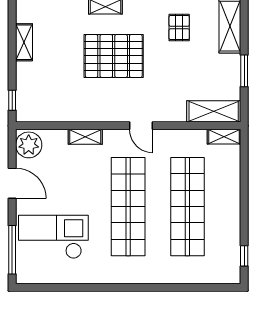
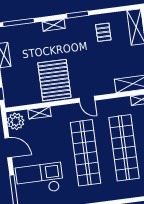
pallet: (114, 56) -> (54, 80), moved, turned 90
shelving: (85, 137) -> (39, 113), moved

